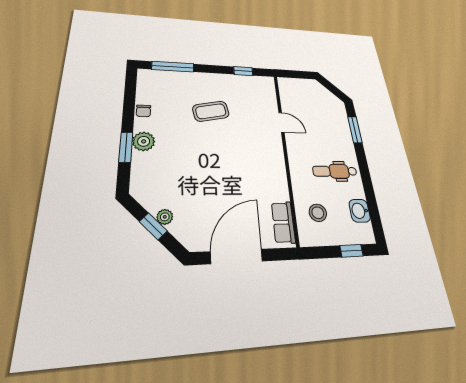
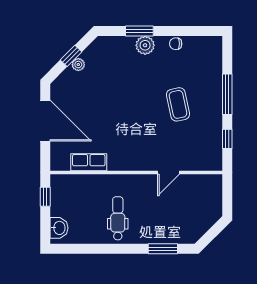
window: (173, 67) -> (227, 94), moved
washbasin: (360, 211) -> (59, 228), moved, turned 90
stool: (318, 213) -> (79, 195), removed
row of seats: (283, 222) -> (89, 162), moved
window: (352, 251) -> (45, 197), moved

